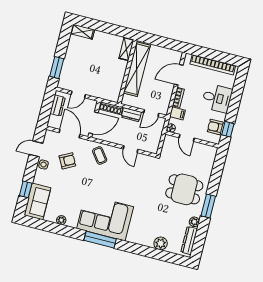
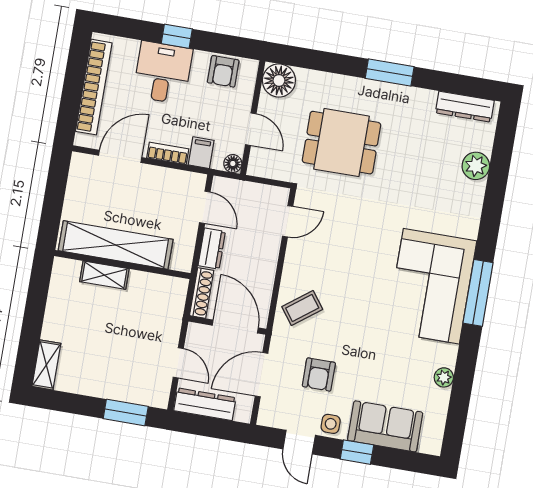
shelving: (126, 49) -> (104, 275), moved
door: (179, 75) -> (120, 156), swing flipped
dresser: (58, 106) -> (205, 404), width x1.44
window: (228, 129) -> (177, 36), moved
door: (187, 138) -> (251, 129), hinge flipped
door: (131, 149) -> (288, 221), moved
floor lamp: (209, 153) -> (279, 80), added
armchair: (67, 161) -> (319, 375), turned -152
window: (26, 189) -> (357, 452), moved
dining table: (184, 189) -> (342, 143), moved, turned 90
sofa: (37, 202) -> (385, 426), moved
plant: (194, 222) -> (425, 99), removed

